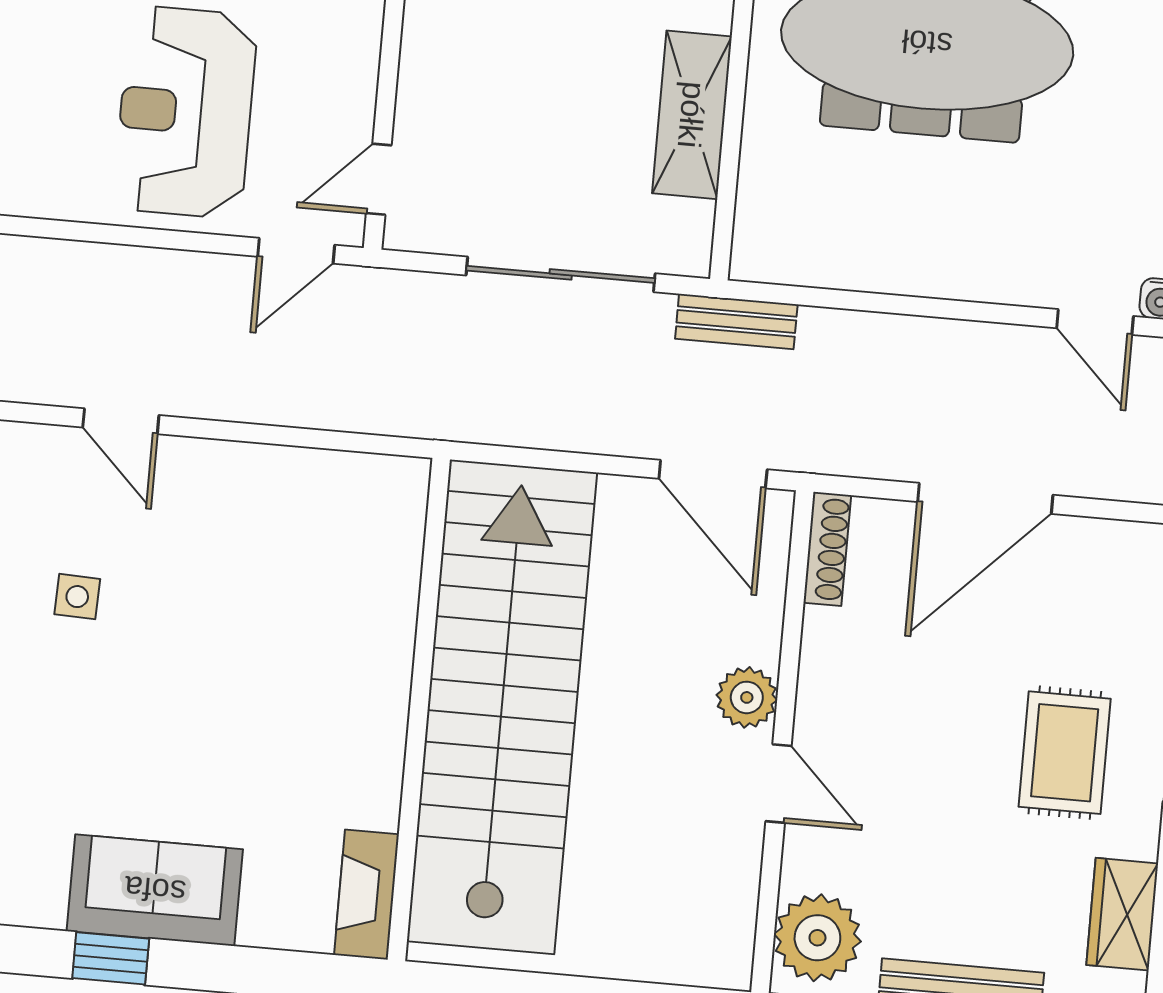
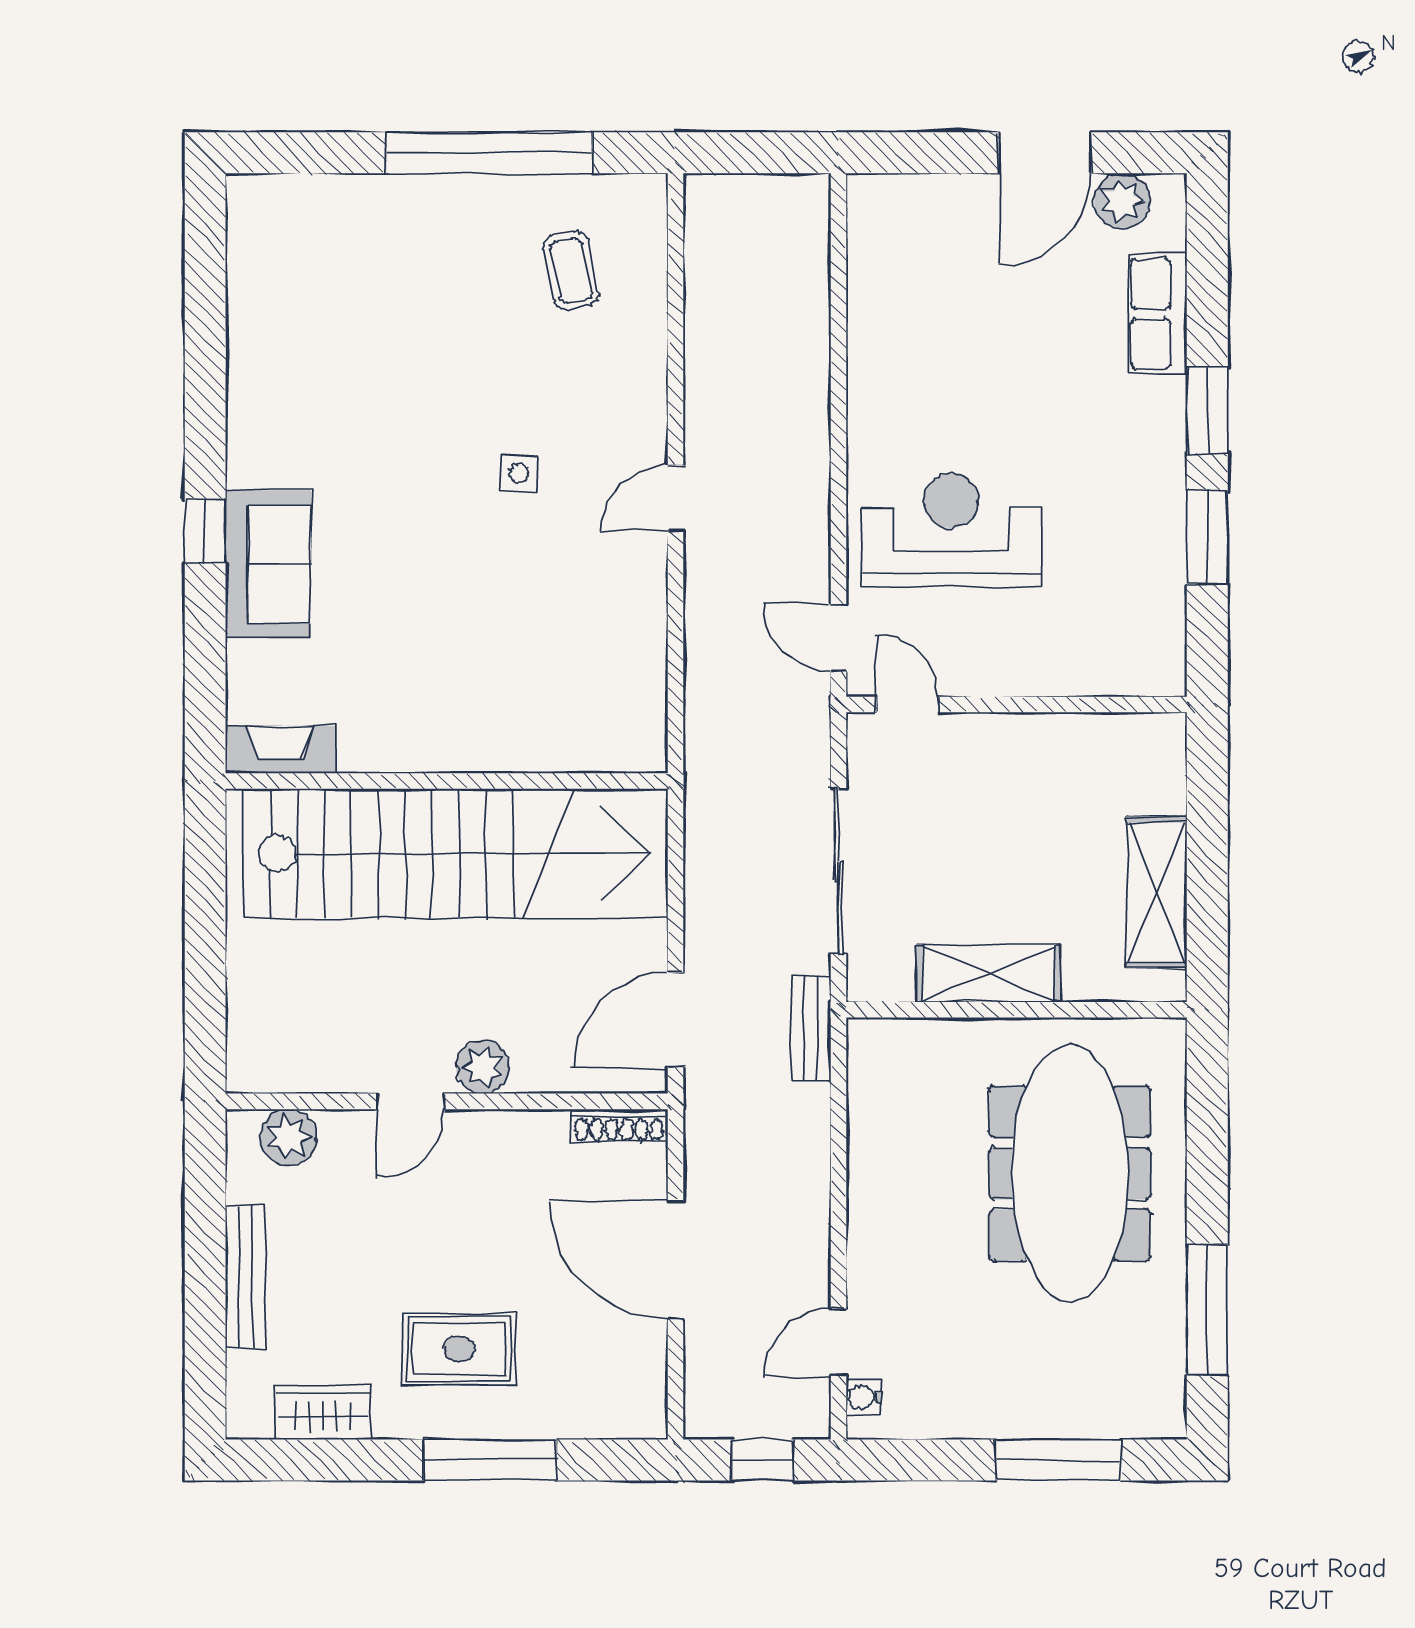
plant: (817, 938) -> (289, 1137), width x0.73, depth x0.73

